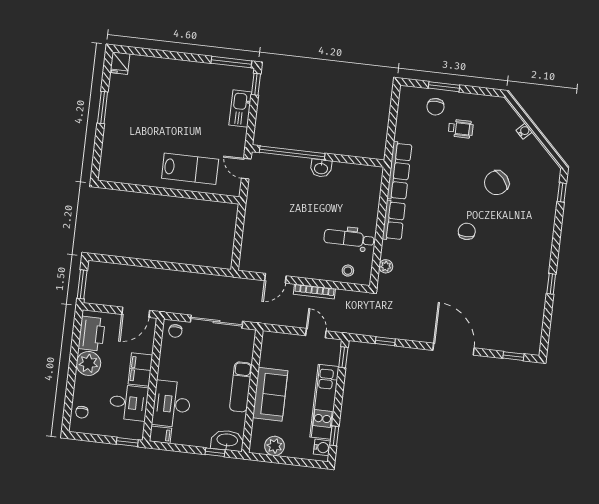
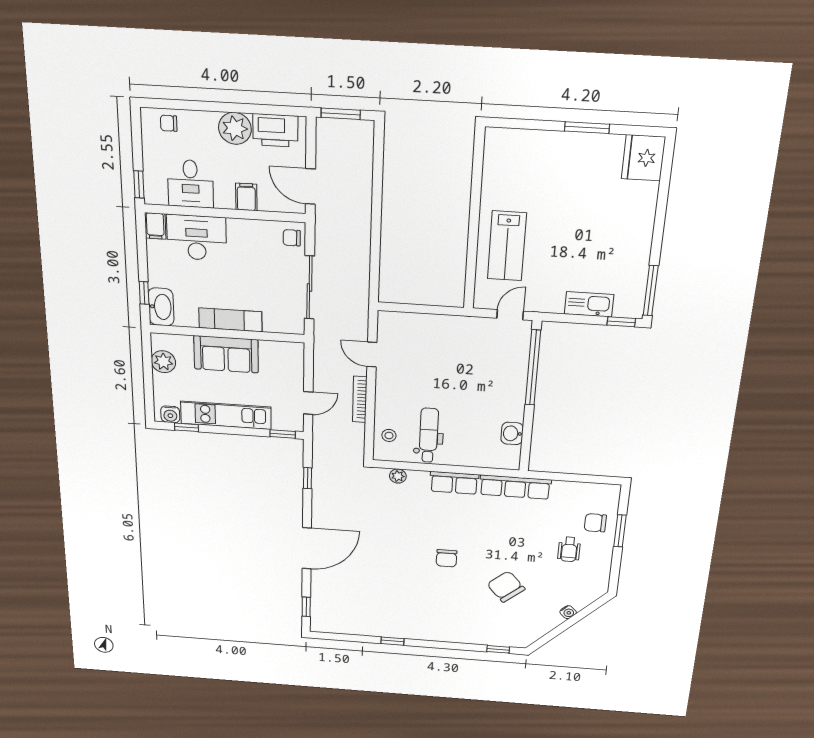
fridge: (120, 63) -> (643, 158), width x1.88, depth x1.34
washbasin: (321, 168) -> (512, 433), moved
chair: (467, 231) -> (447, 558), turned 90
filing cabinet: (140, 370) -> (246, 197), width x0.50

